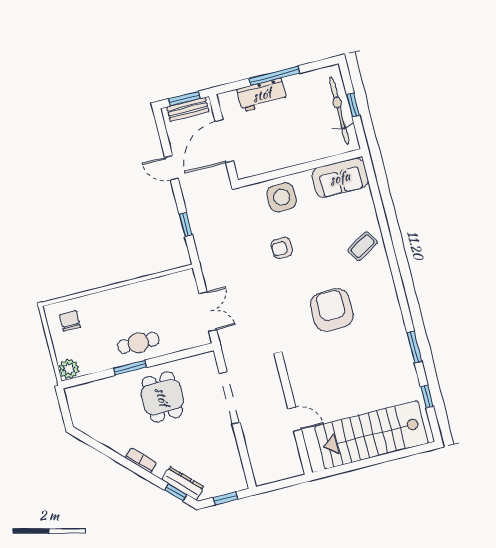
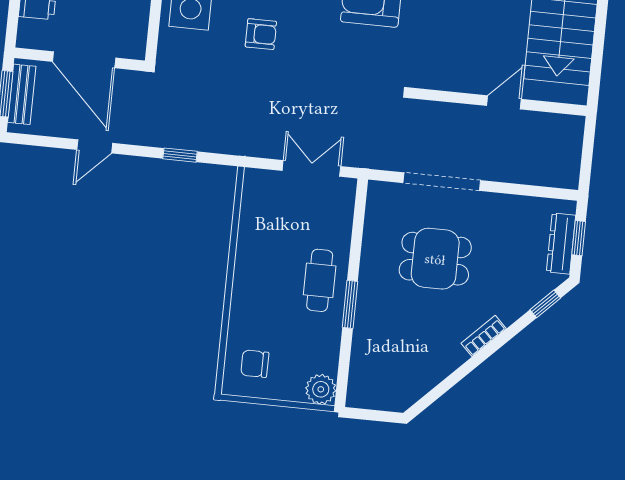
armchair: (282, 248) -> (261, 34), turned -90
dining table: (162, 397) -> (435, 259), moved
dresser: (183, 483) -> (561, 244), moved, turned -45

